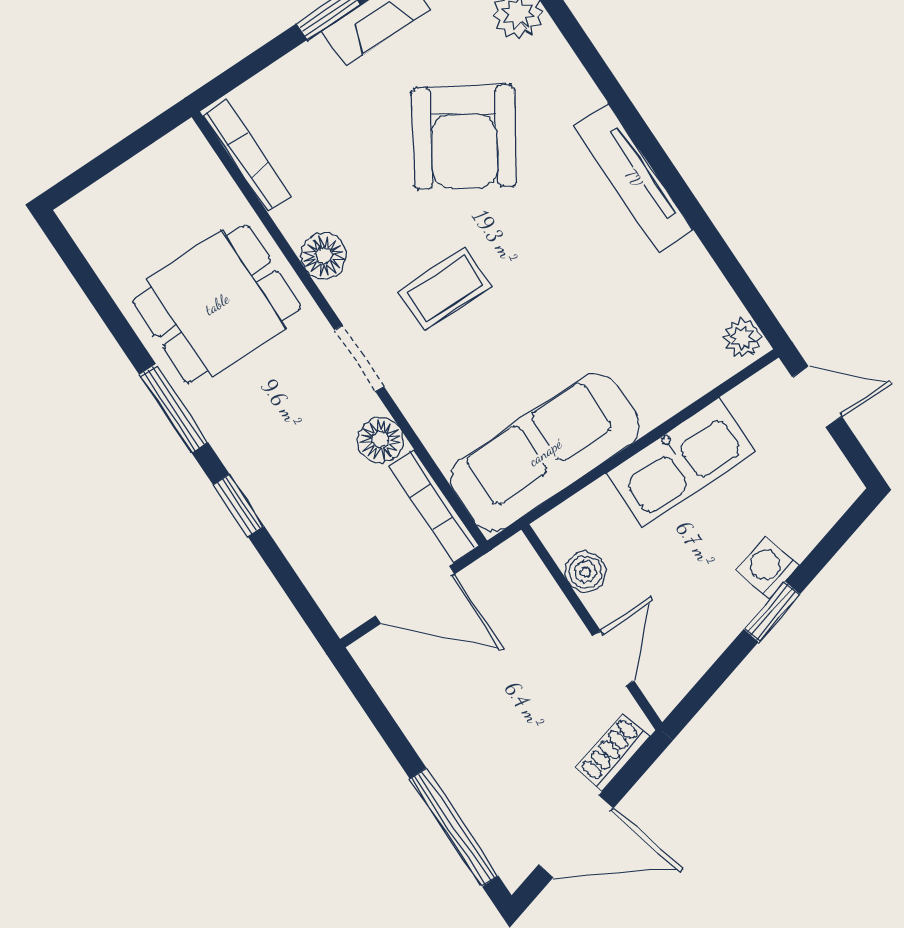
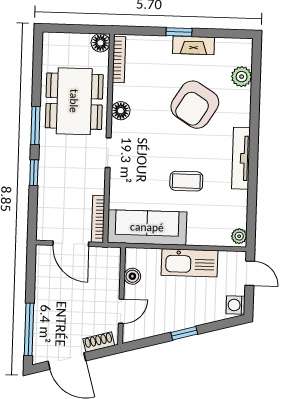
coffee table: (445, 289) -> (186, 181), moved
dining table: (217, 304) -> (74, 101), width x1.38
floor lamp: (380, 440) -> (100, 43), moved
washing machine: (768, 567) -> (236, 305), moved, turned -75

